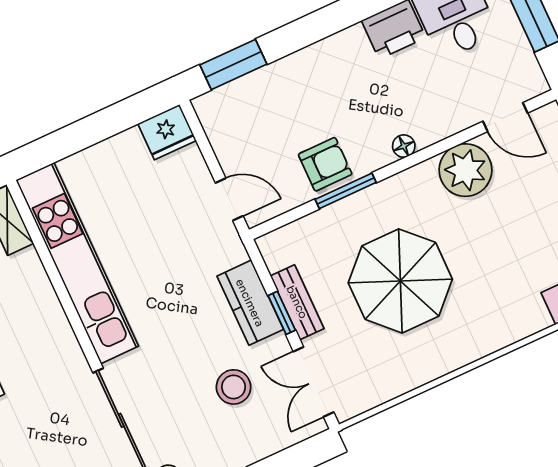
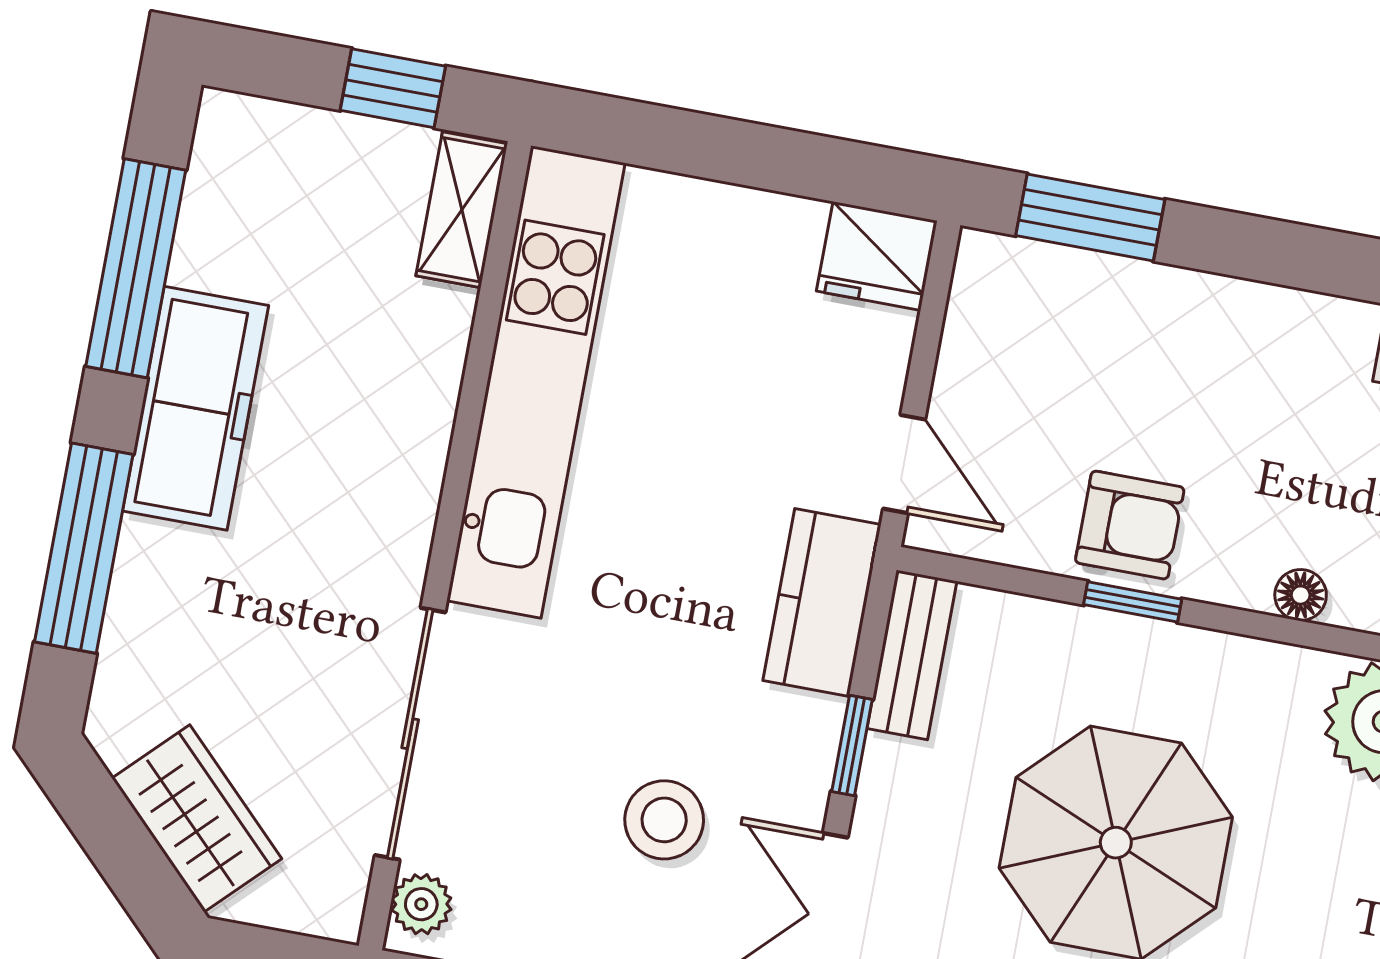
window: (346, 191) -> (1133, 602), width x0.67
bench: (297, 302) -> (912, 655), moved
kitchen counter: (250, 303) -> (822, 602), moved

